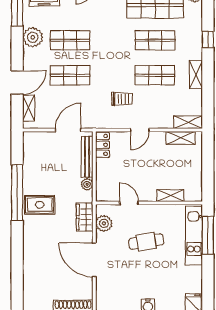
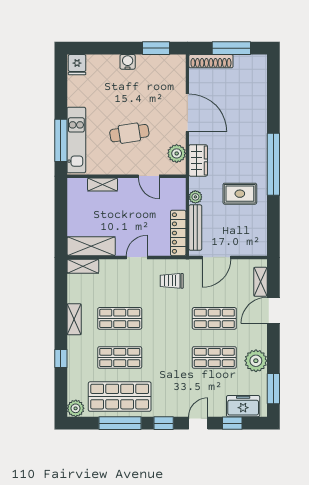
trolley: (122, 99) -> (172, 281), moved
shelving: (181, 138) -> (91, 246), width x1.50, depth x1.33
locker: (102, 145) -> (178, 233), width x1.53
window: (17, 193) -> (273, 164), moved
rug: (40, 205) -> (240, 194), moved

